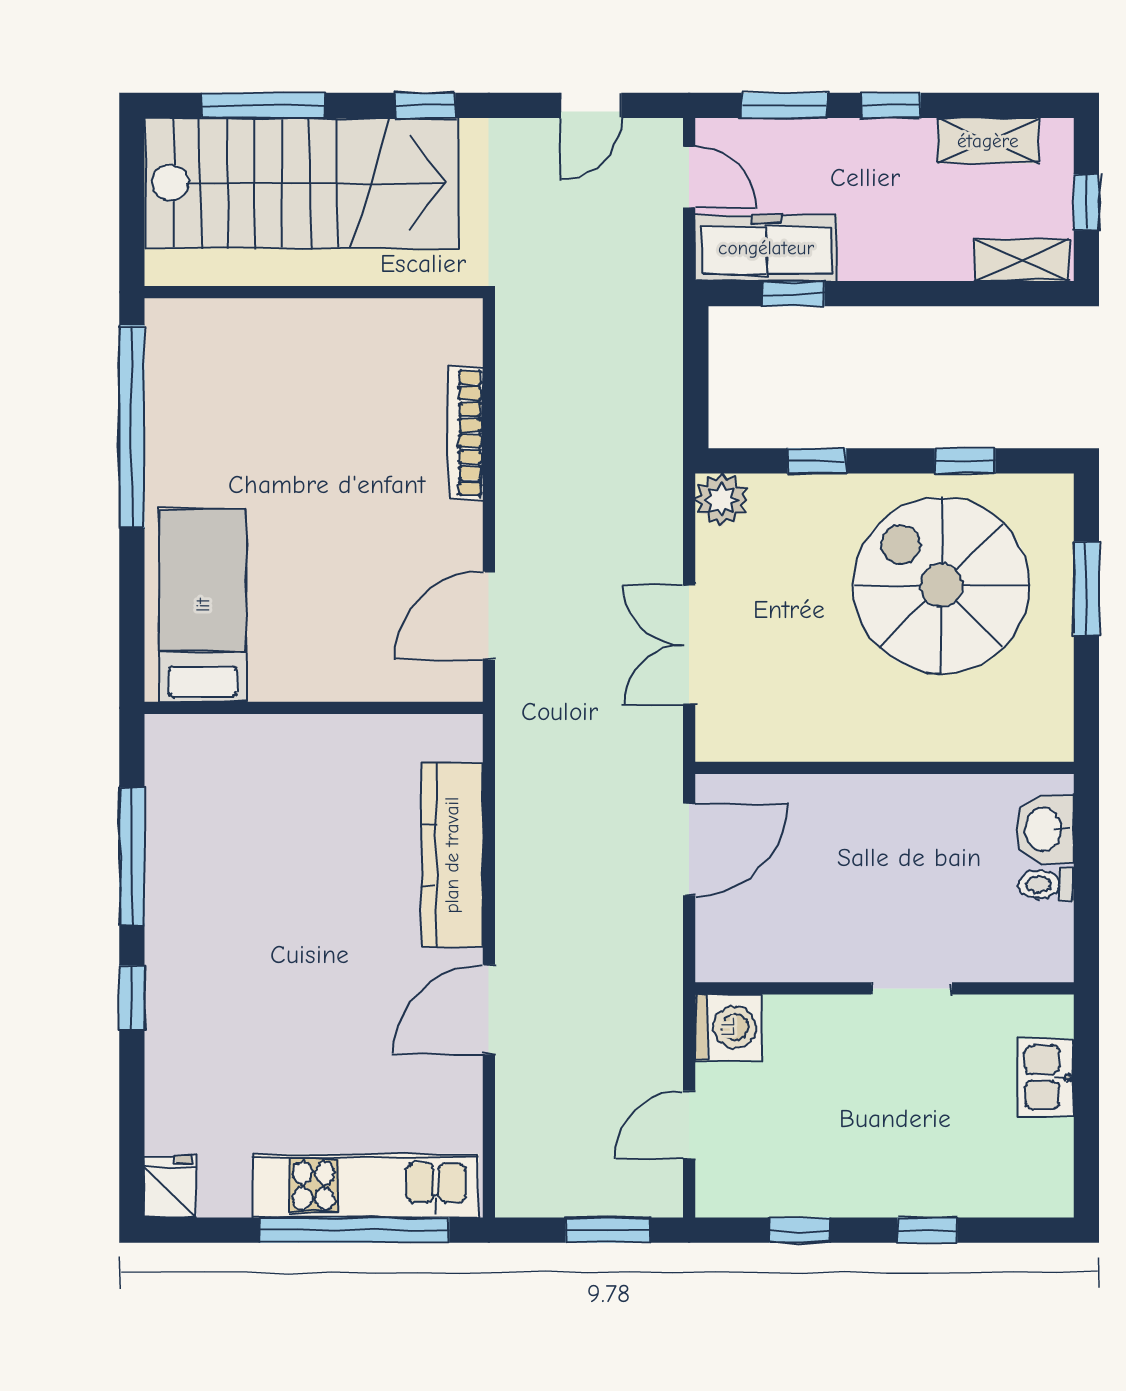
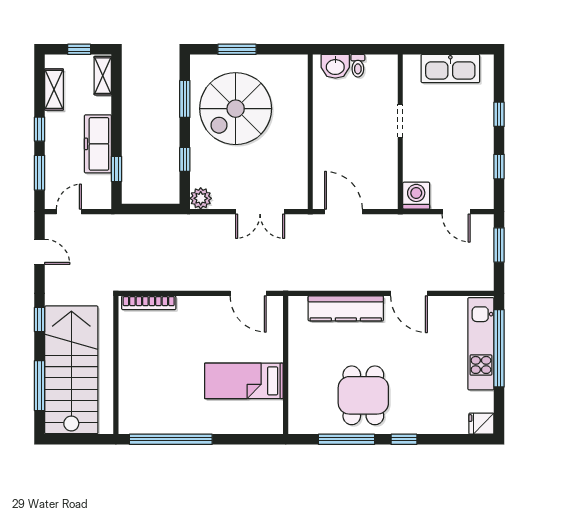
freezer: (766, 248) -> (98, 144), moved
bookcase: (466, 433) -> (149, 303), moved
window: (965, 461) -> (185, 99), width x1.50
bed: (203, 605) -> (244, 381), moved
dining table: (239, 898) -> (363, 395), added
kitchen sink: (1046, 1077) -> (450, 69), width x1.88, depth x1.24

